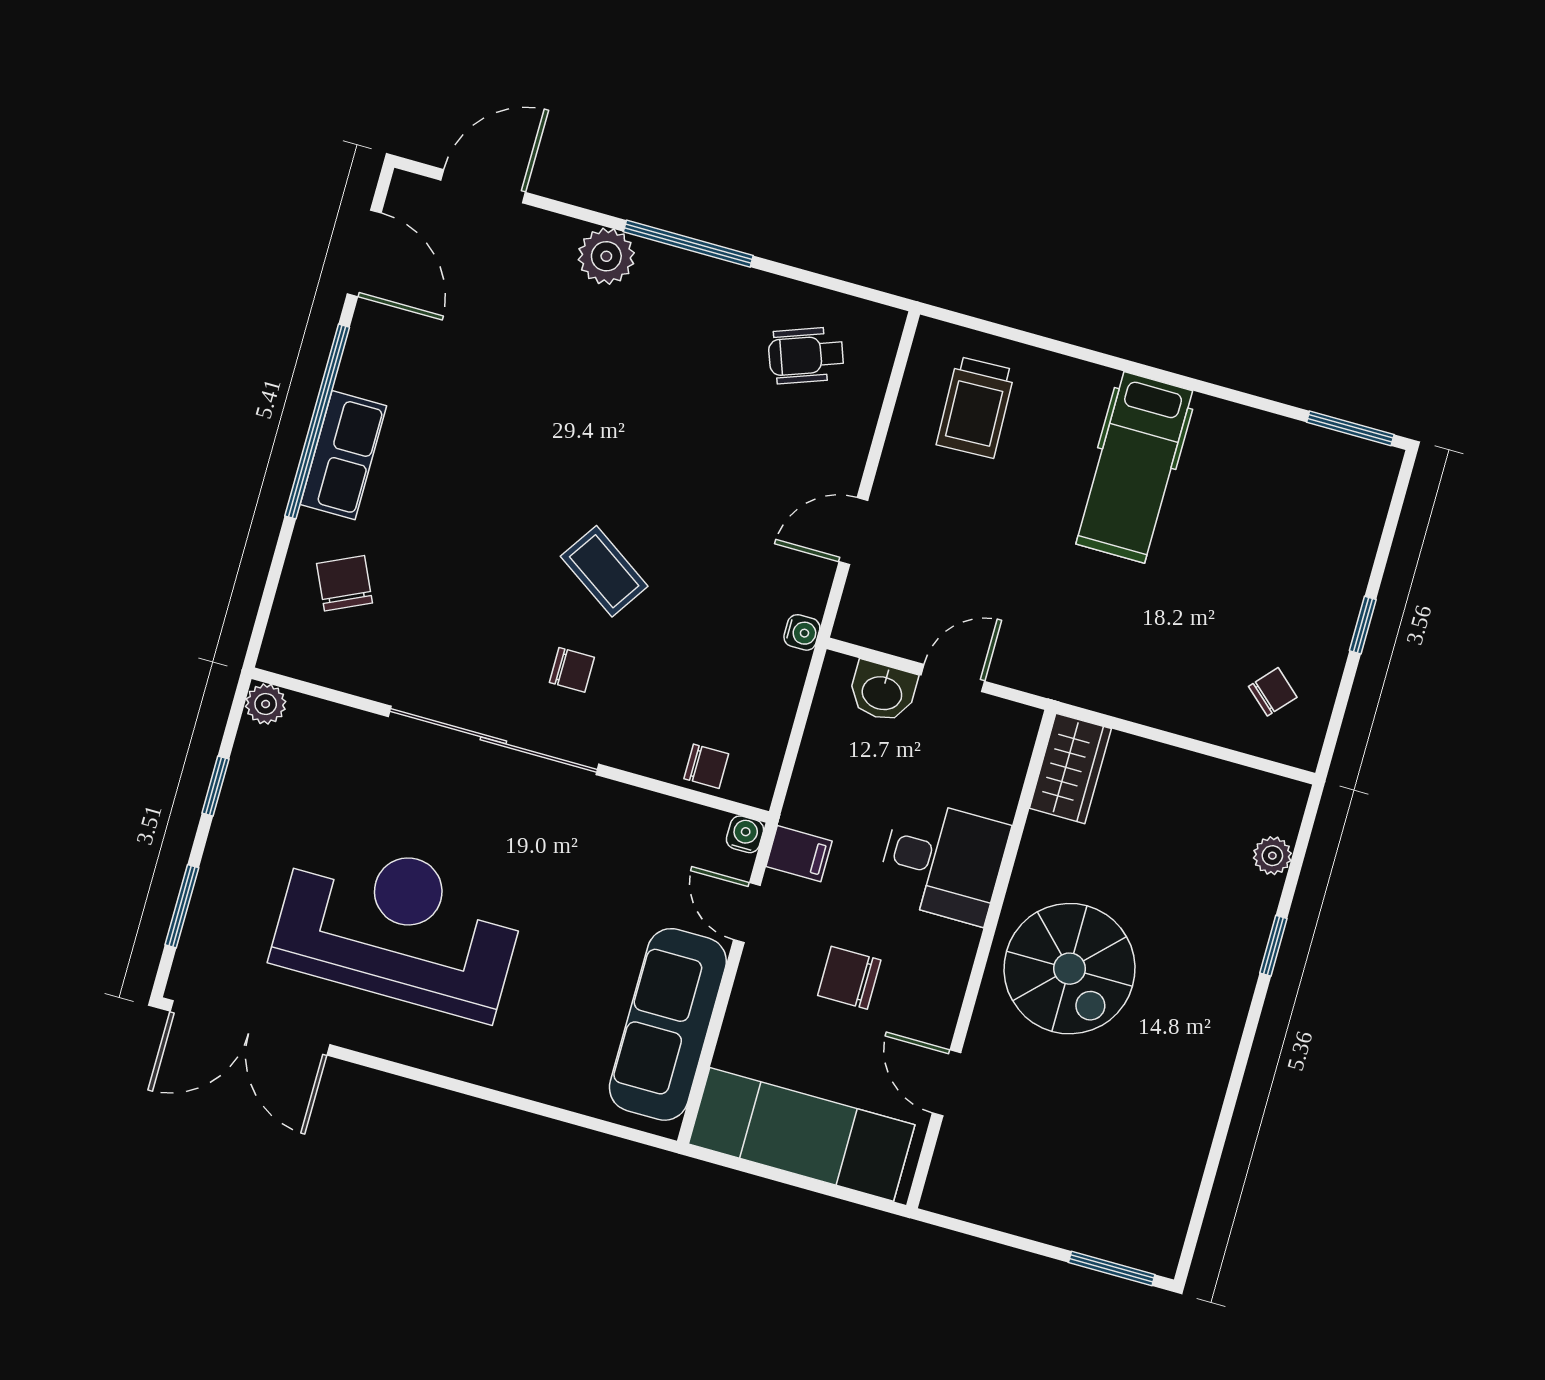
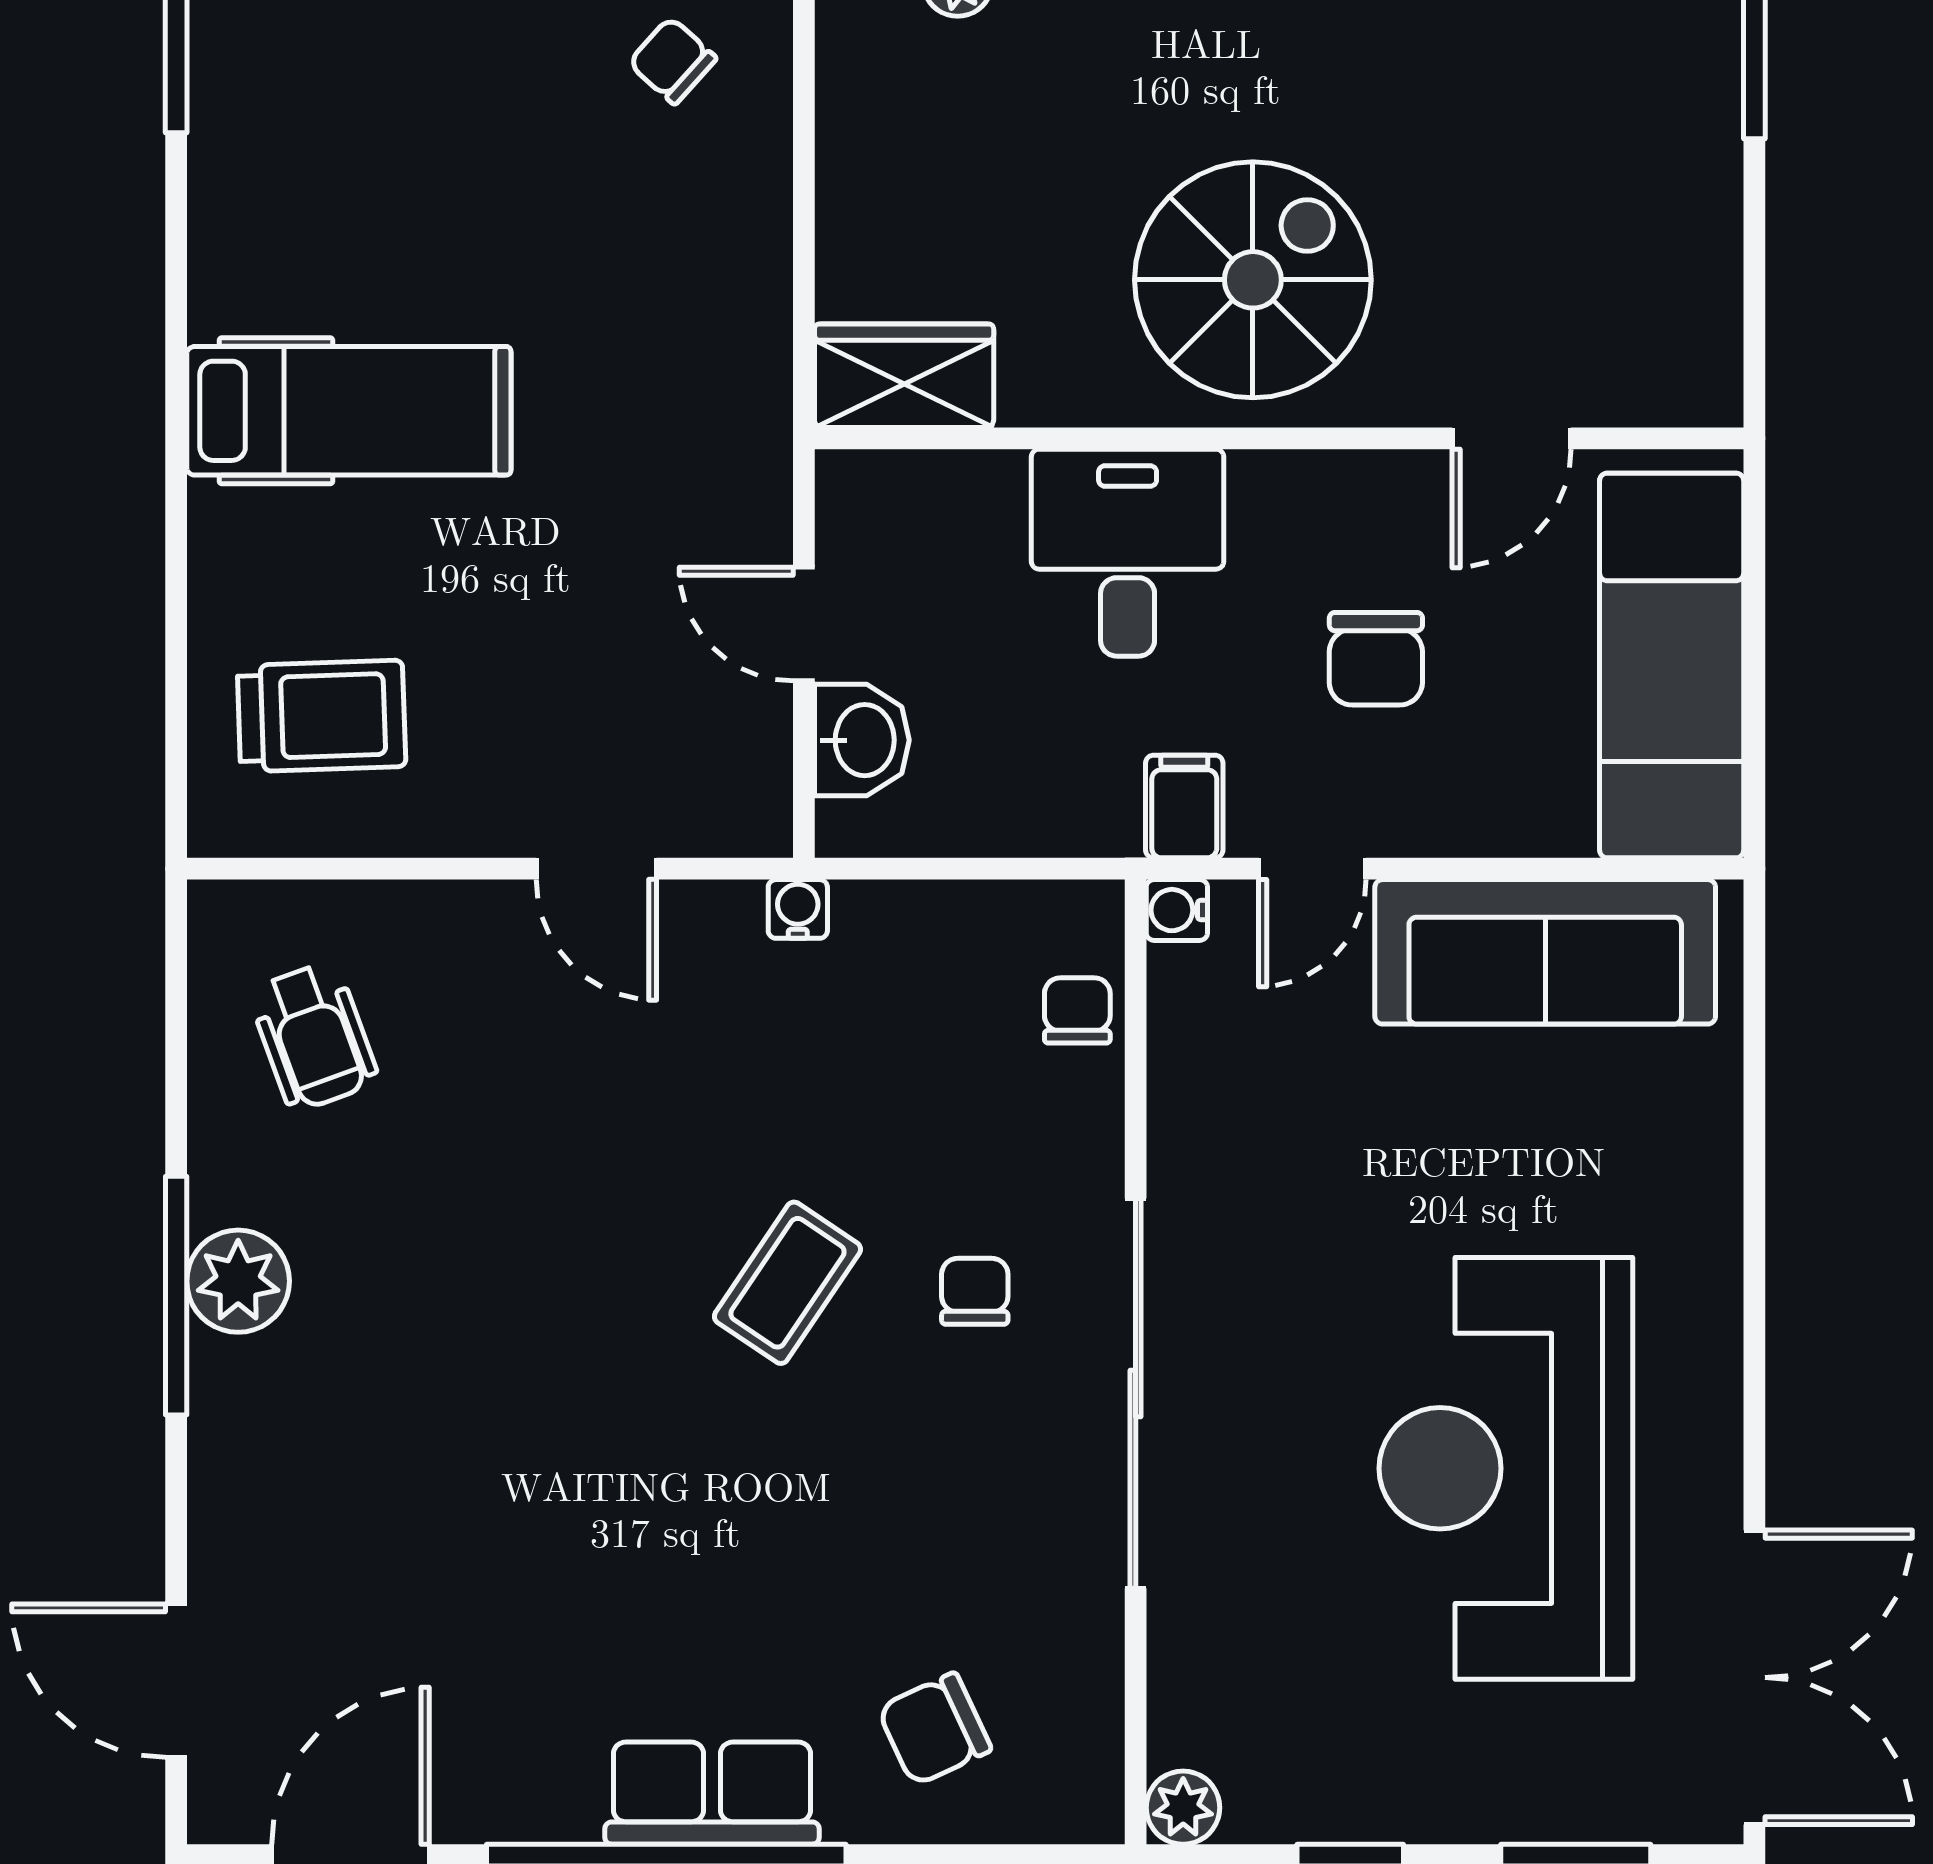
plant: (606, 256) -> (238, 1281), moved

